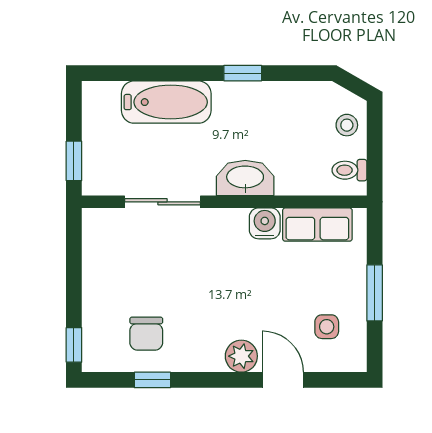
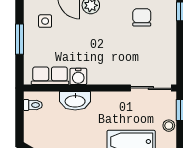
stool: (347, 125) -> (169, 126), moved
washbasin: (245, 178) -> (75, 101), moved
sliding door: (162, 202) -> (151, 88), moved

